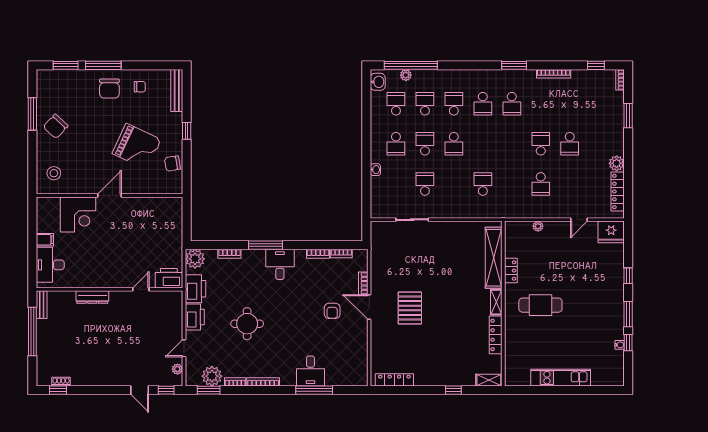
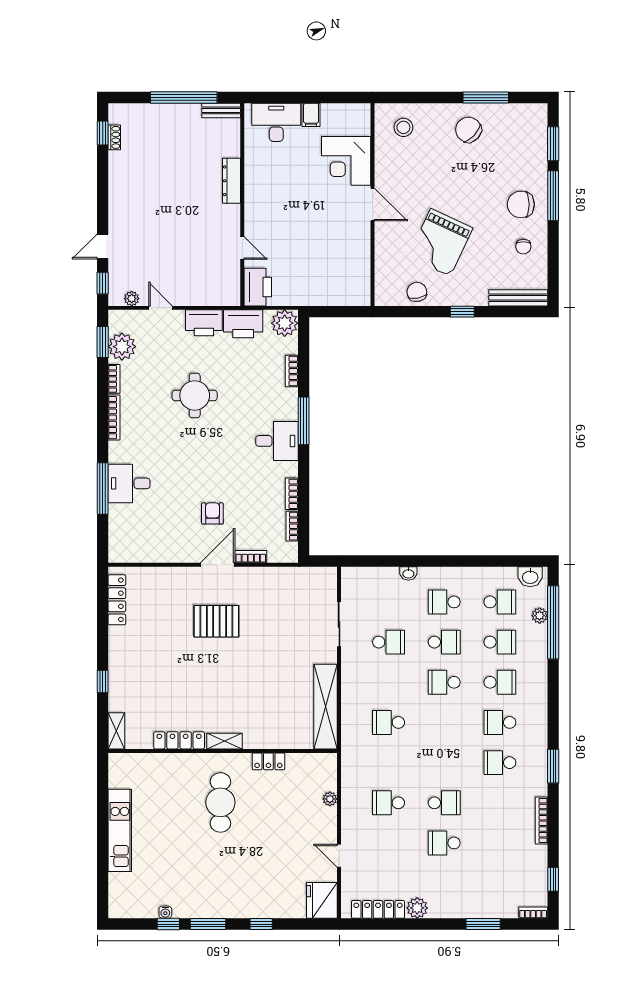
school desk: (483, 184) -> (389, 722), turned 180
shelving: (494, 258) -> (326, 707), moved, turned 90
armchair: (332, 311) -> (212, 513), turned 90

